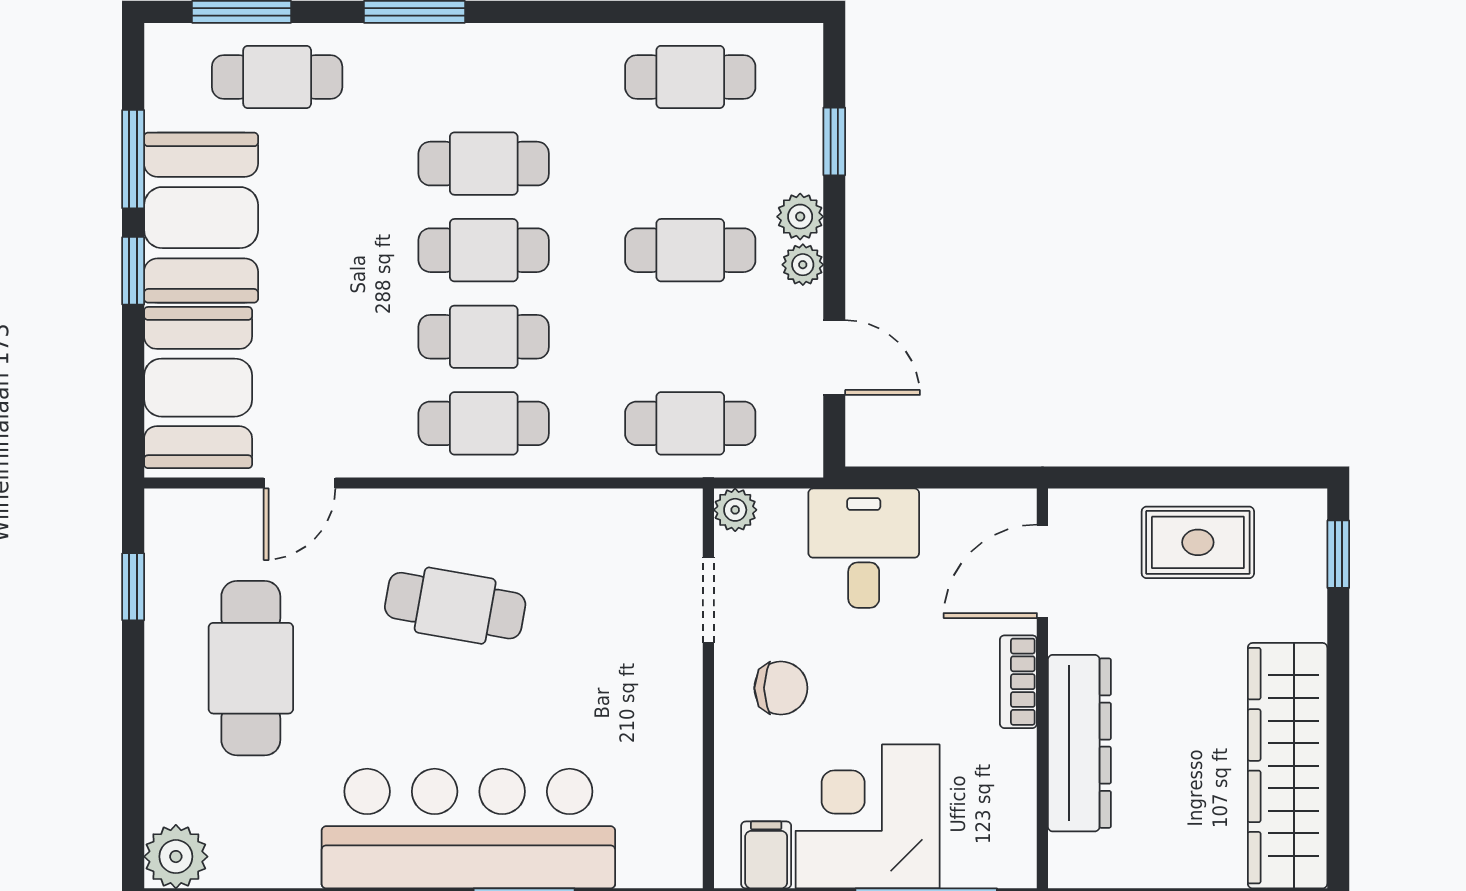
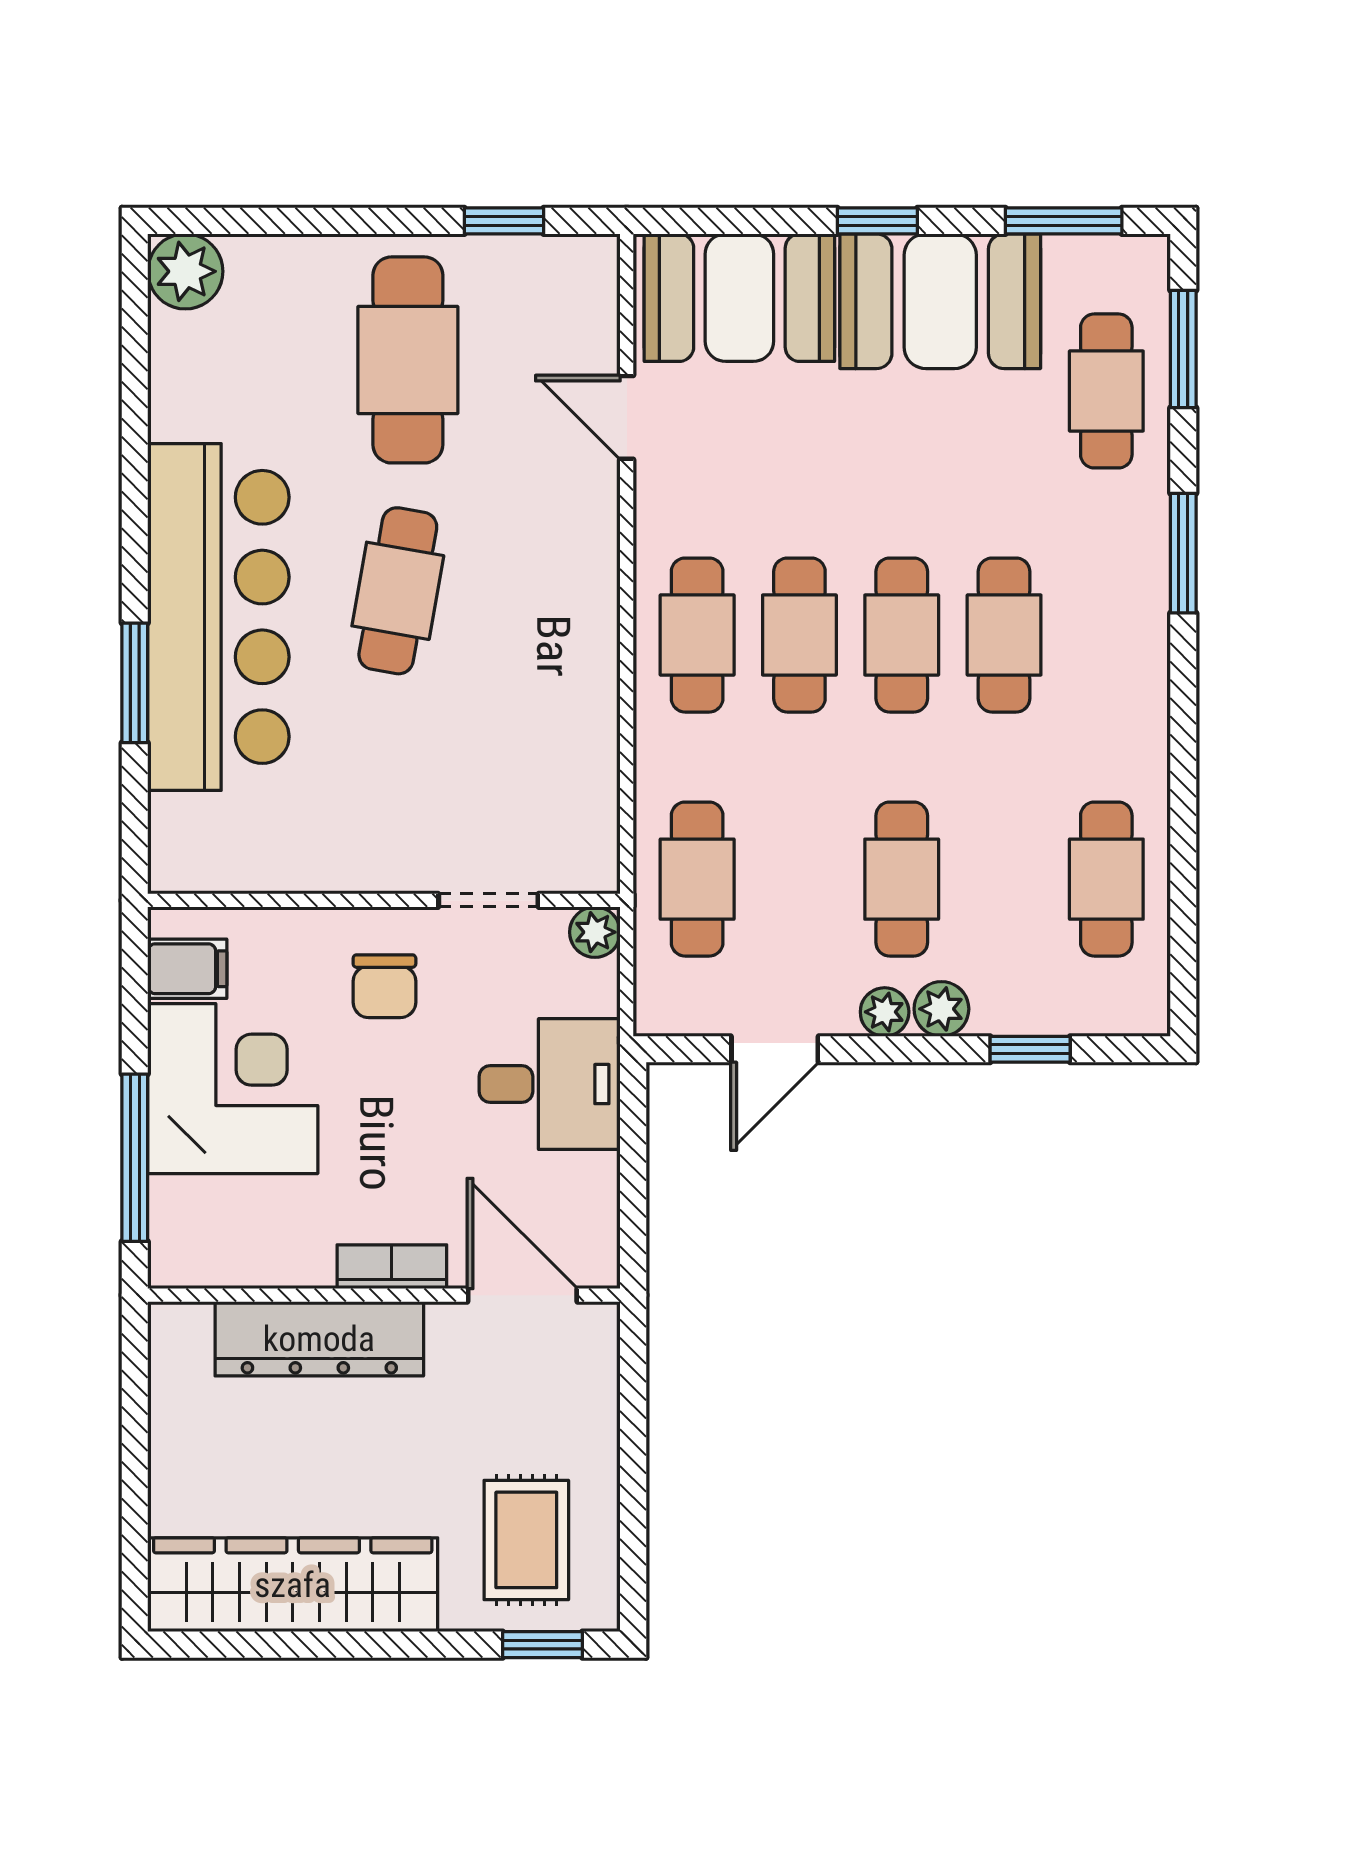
window: (133, 159) -> (1064, 221), moved
rug: (1198, 542) -> (526, 1540), moved
cafe table: (455, 606) -> (398, 591), moved
cafe table: (251, 668) -> (408, 360), turned 90

